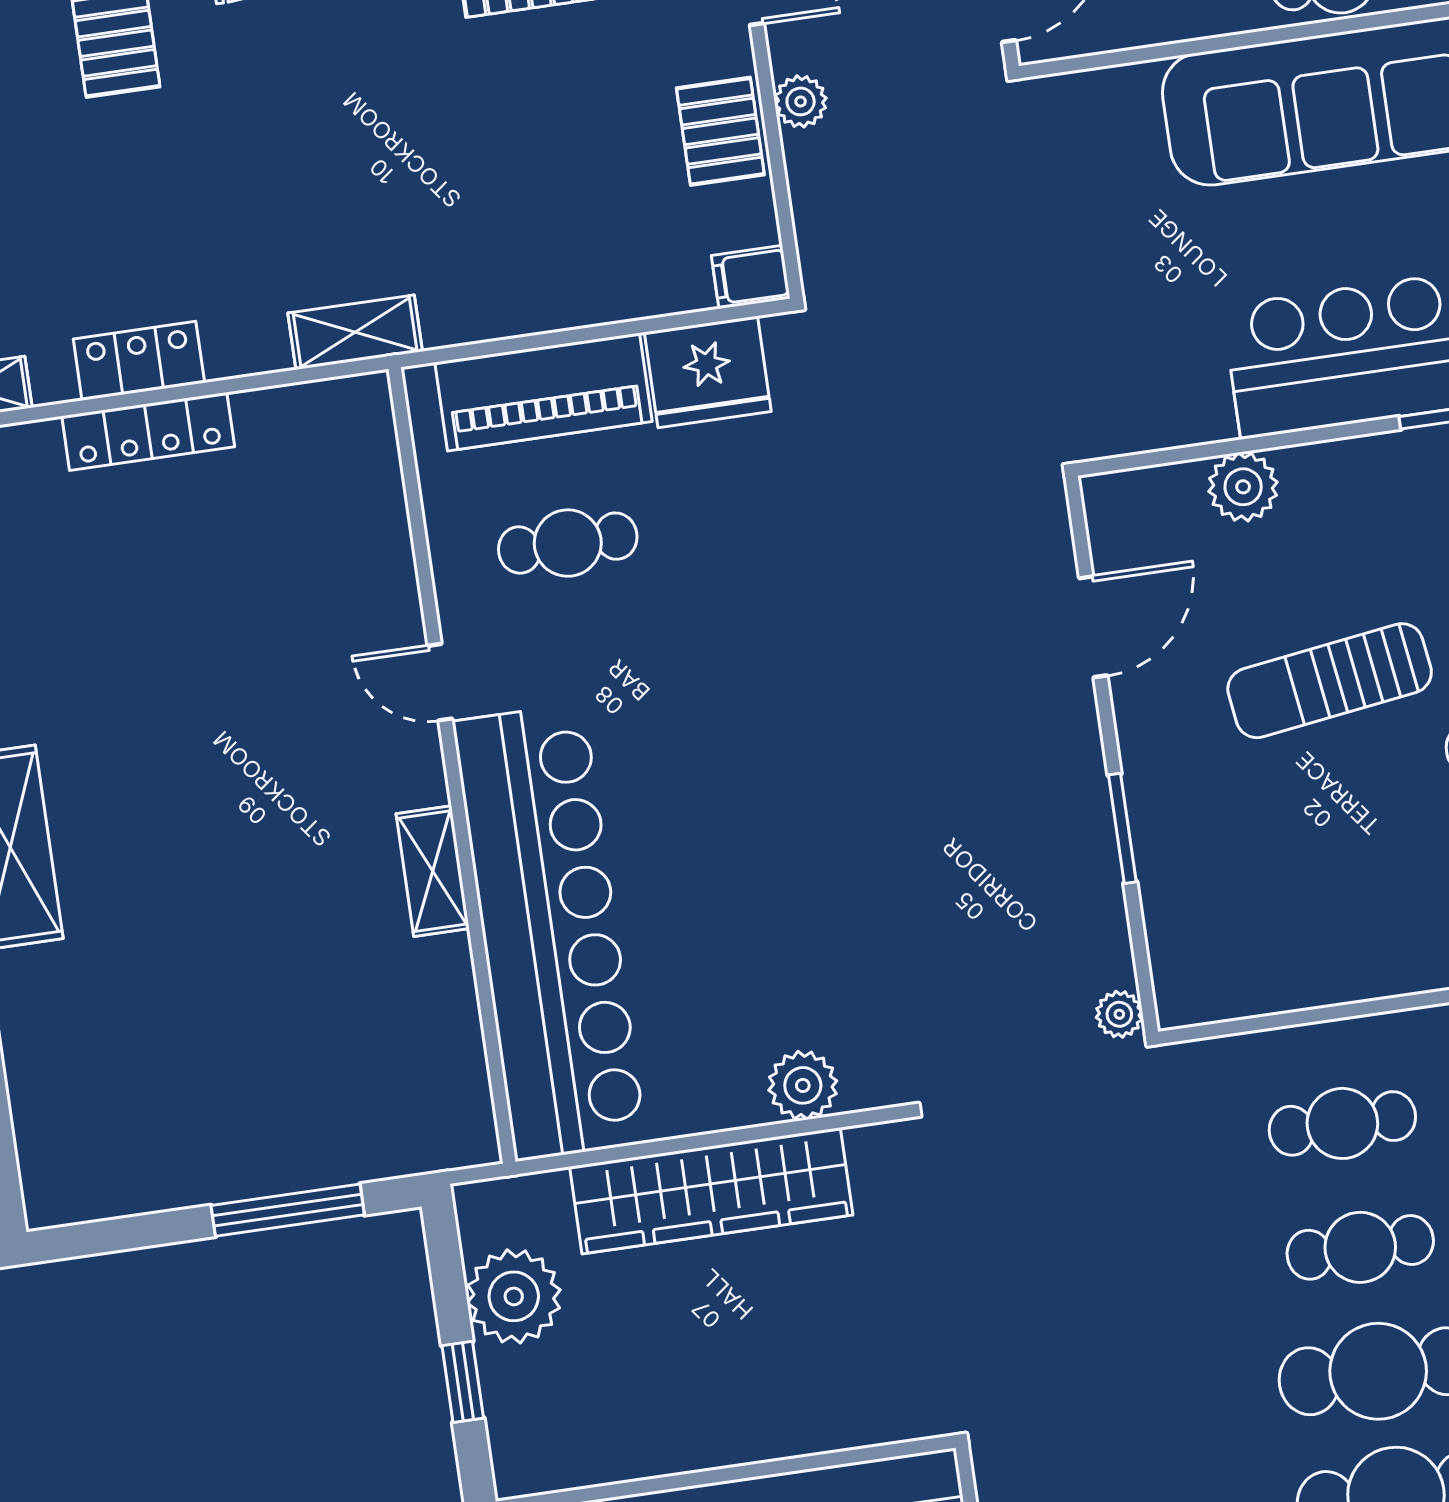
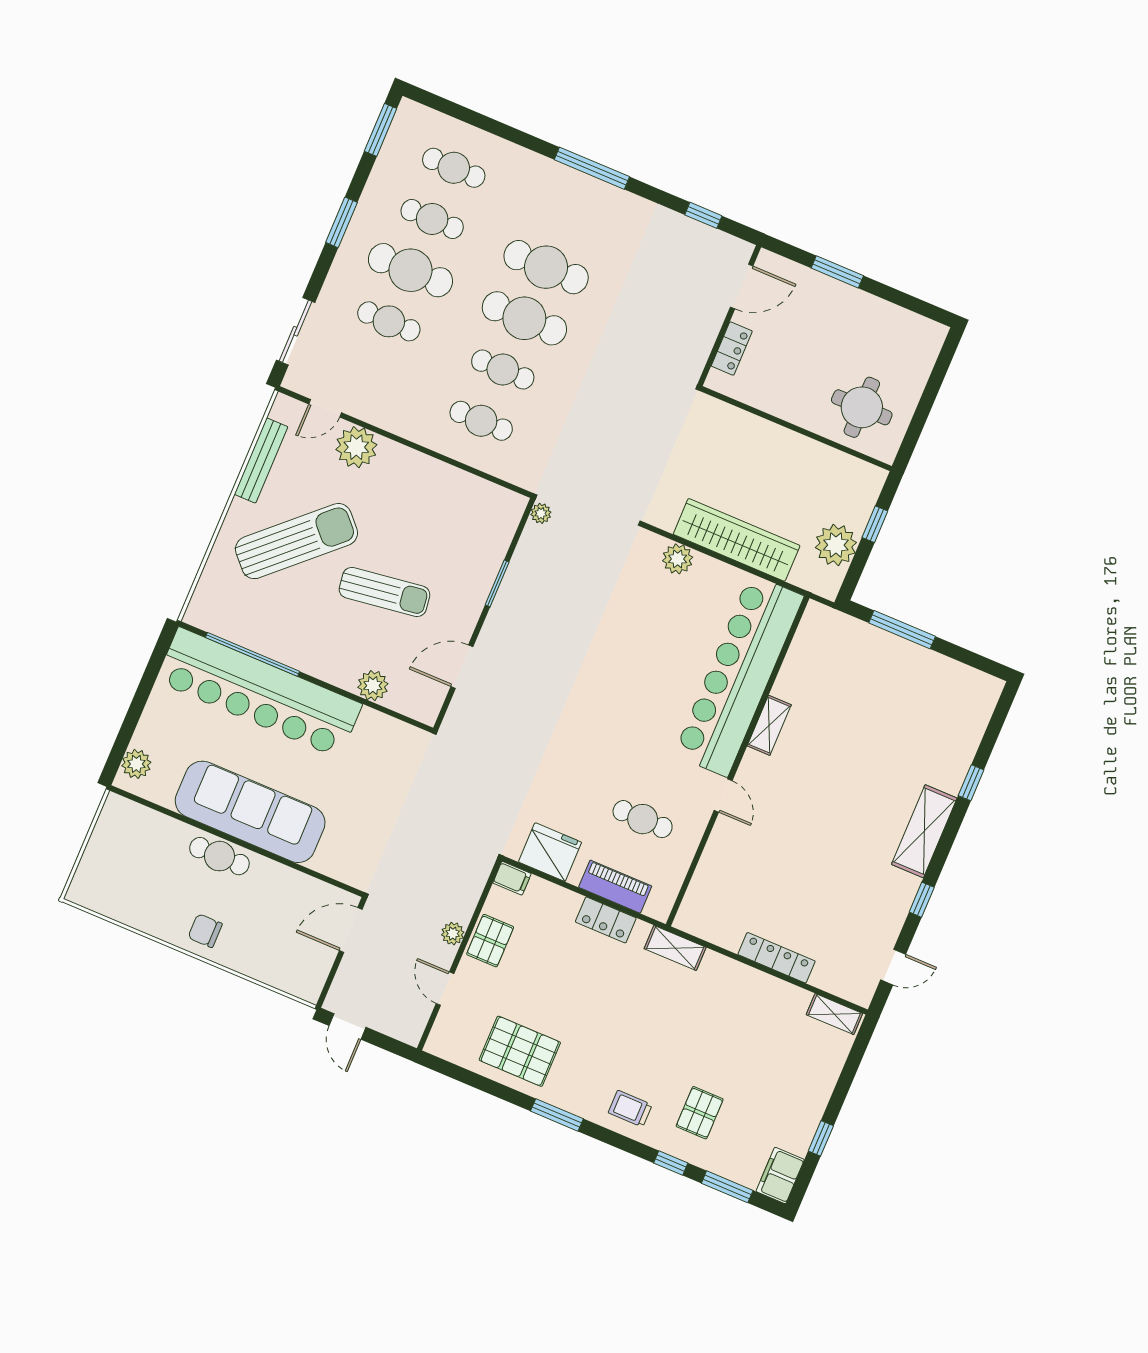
locker: (139, 361) -> (606, 920), moved
piano: (543, 392) -> (615, 887), width x0.73, depth x0.75

